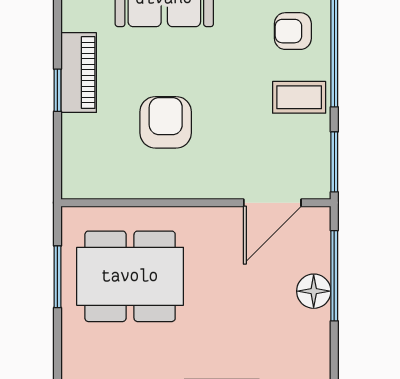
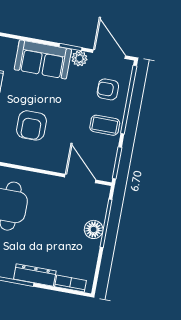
armchair: (166, 122) -> (32, 125), turned 180
door: (272, 203) -> (80, 178), swing flipped

